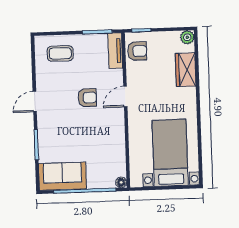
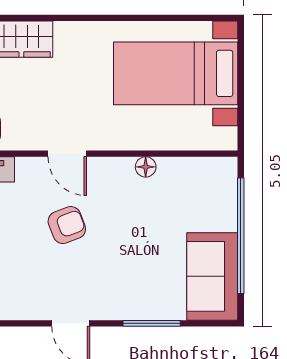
armchair: (87, 98) -> (67, 225), turned 69
floor lamp: (121, 182) -> (146, 167), moved

